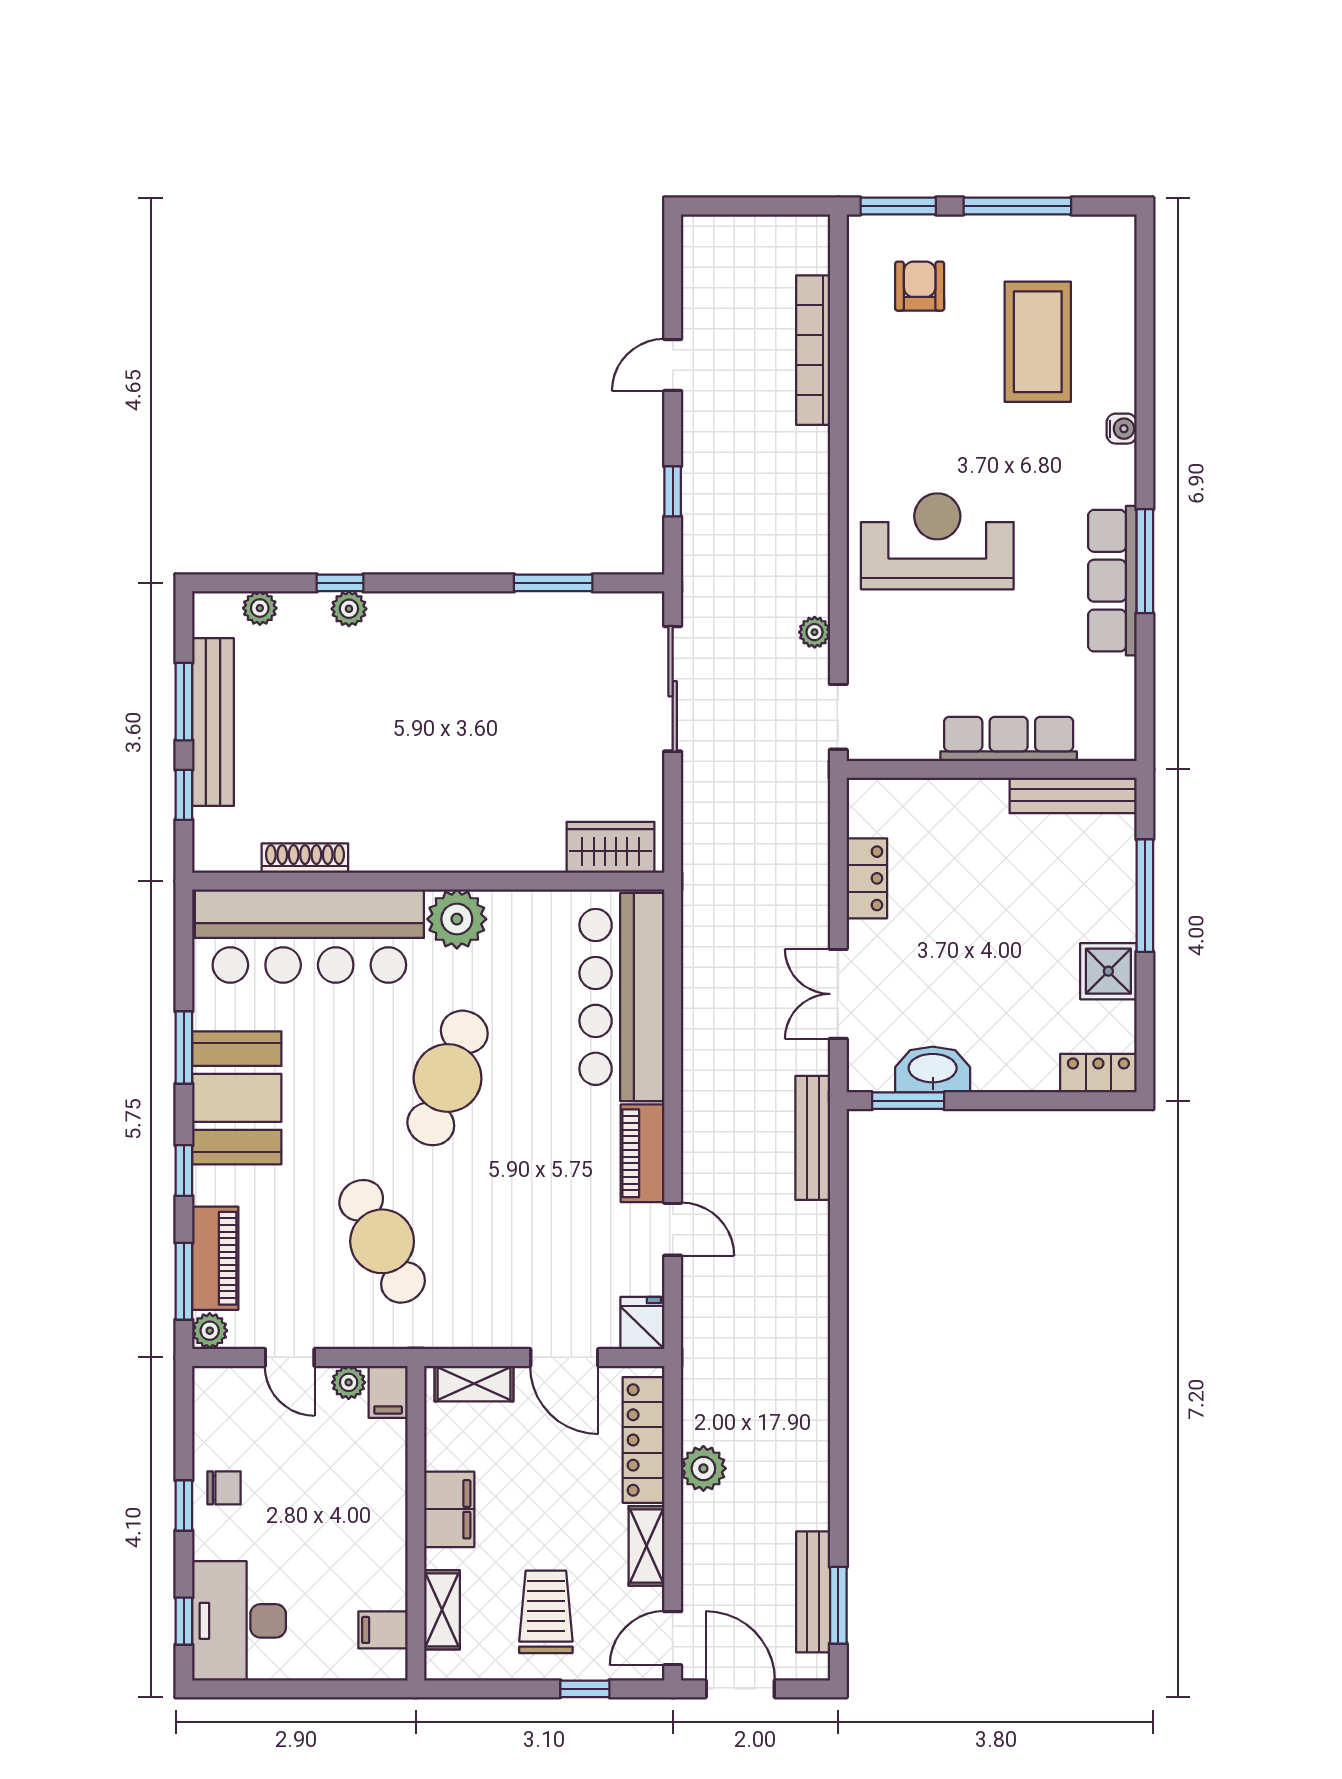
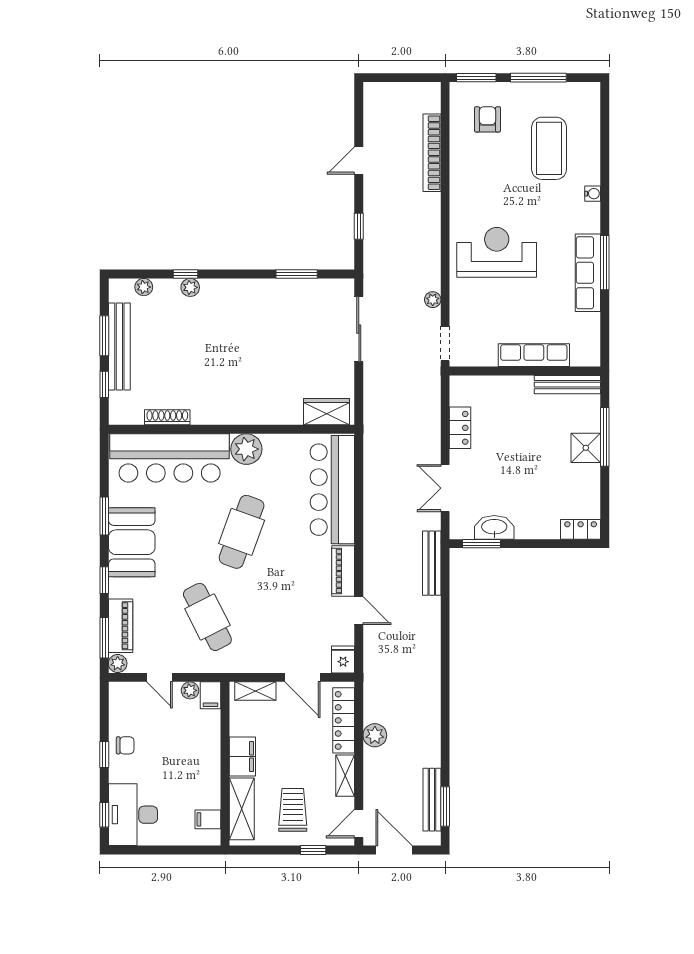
shower: (1108, 971) -> (586, 448), moved
shelving: (442, 1610) -> (242, 809), width x1.50, depth x1.33

